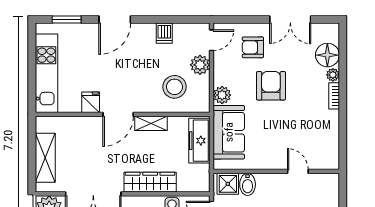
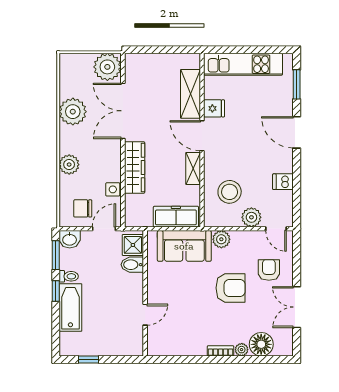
shelving: (45, 158) -> (190, 94), moved, turned 90

